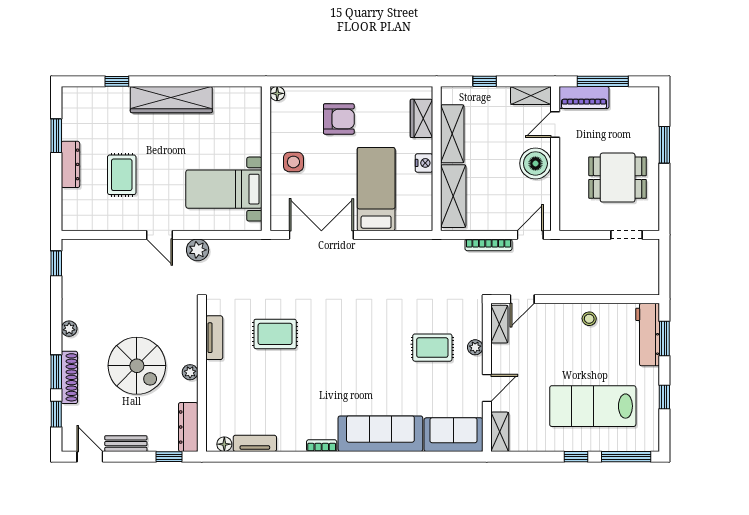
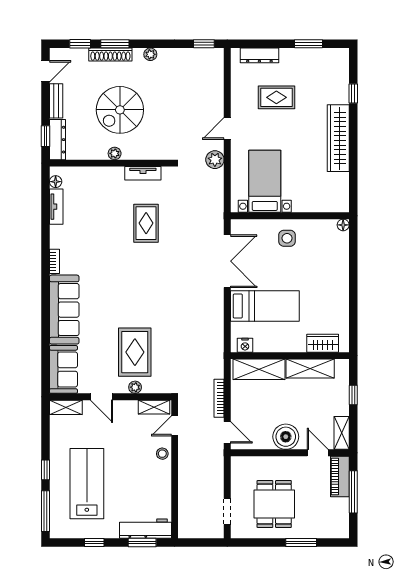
armchair: (339, 119) -> (322, 275), removed
nightstand: (424, 163) -> (245, 345), moved
dresser: (70, 164) -> (259, 55), moved
door: (522, 299) -> (175, 426), hinge flipped
stool: (589, 319) -> (162, 454), moved
rug: (432, 348) -> (135, 352), width x1.36, depth x1.43
dresser: (188, 427) -> (57, 140), moved, turned 90

